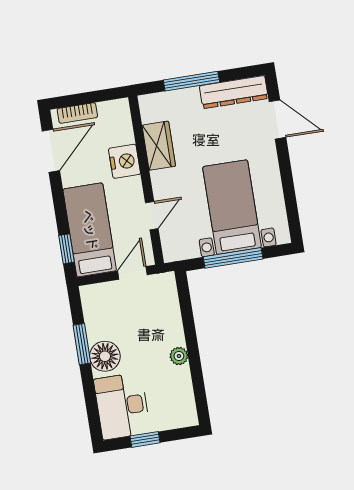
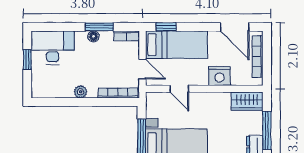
bookcase: (77, 113) -> (258, 57), width x1.56
wardrobe: (159, 146) -> (247, 101), moved
bookcase: (172, 302) -> (118, 93), added
bookcase: (88, 303) -> (127, 36), added
floor lamp: (105, 356) -> (93, 36), width x0.53, depth x0.53

